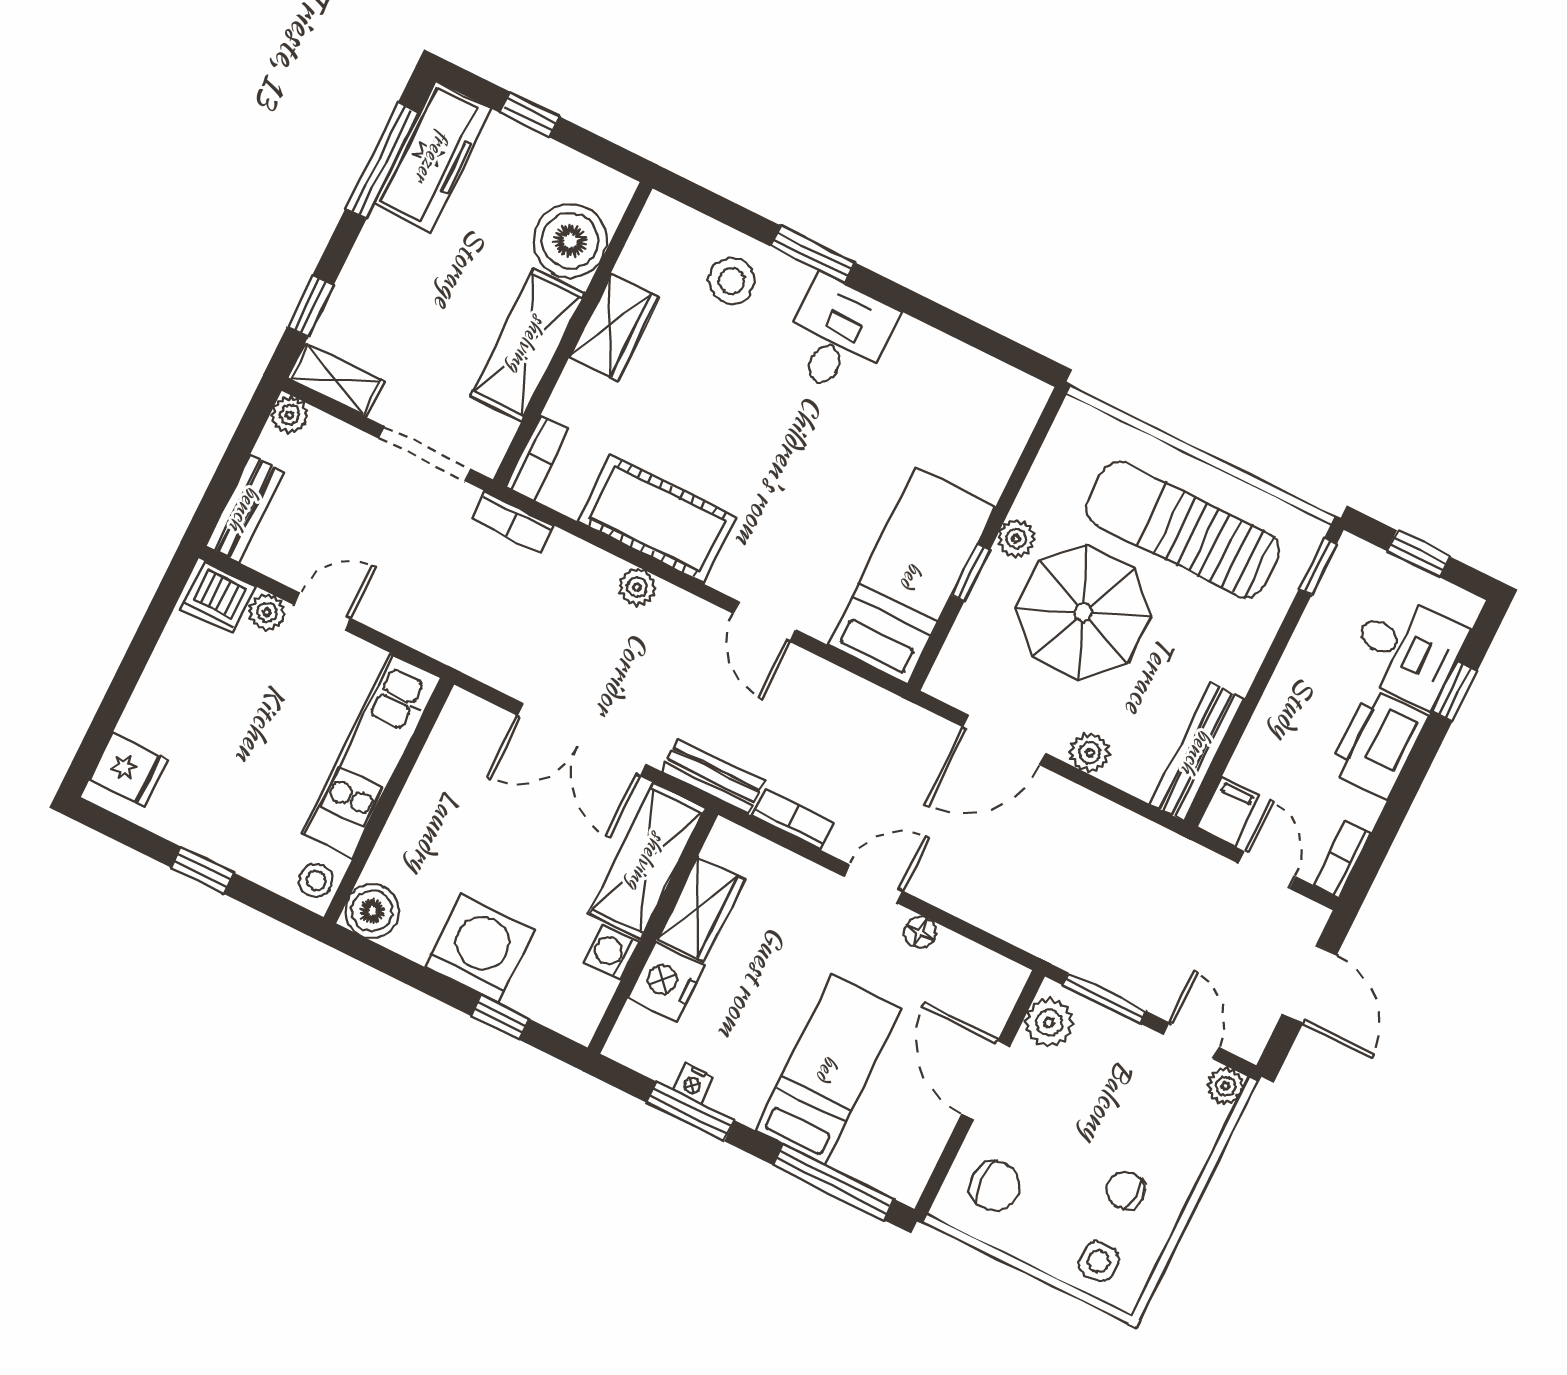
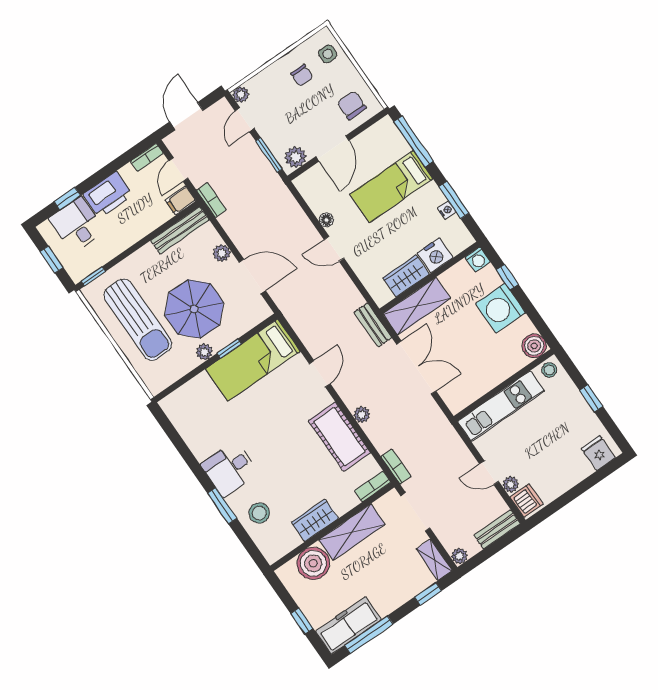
bookcase: (792, 819) -> (211, 200), moved, turned 180
washing machine: (611, 952) -> (478, 260), moved

